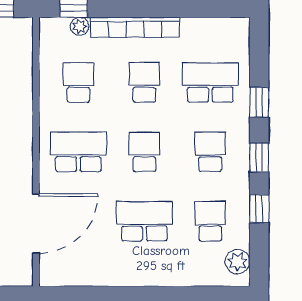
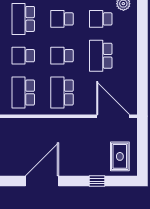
school desk: (78, 82) -> (23, 93), width x1.85
door: (36, 224) -> (113, 116), moved

